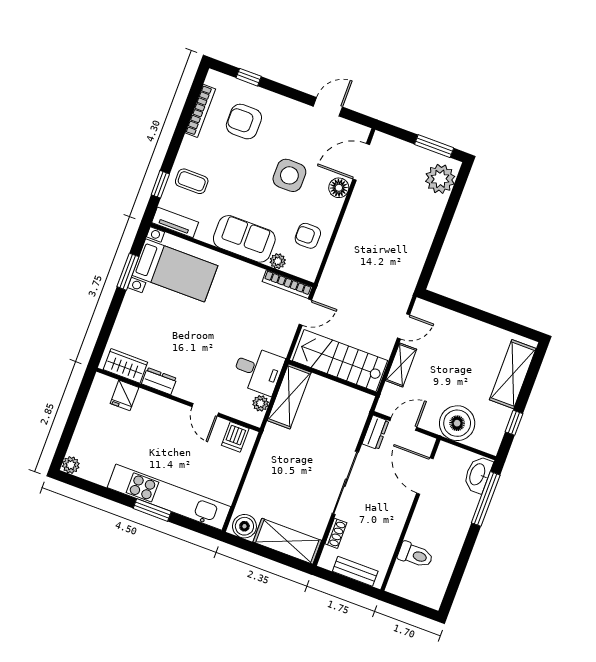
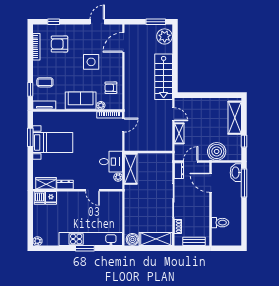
floor lamp: (339, 188) -> (117, 59), removed
bed with nightstands: (175, 270) -> (53, 142), moved
door: (403, 326) -> (173, 114), hinge flipped
stairs: (340, 361) -> (164, 77), moved, turned -90
dishwasher: (235, 437) -> (40, 198), moved

